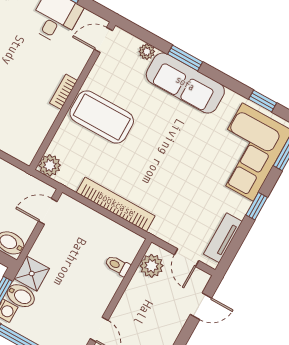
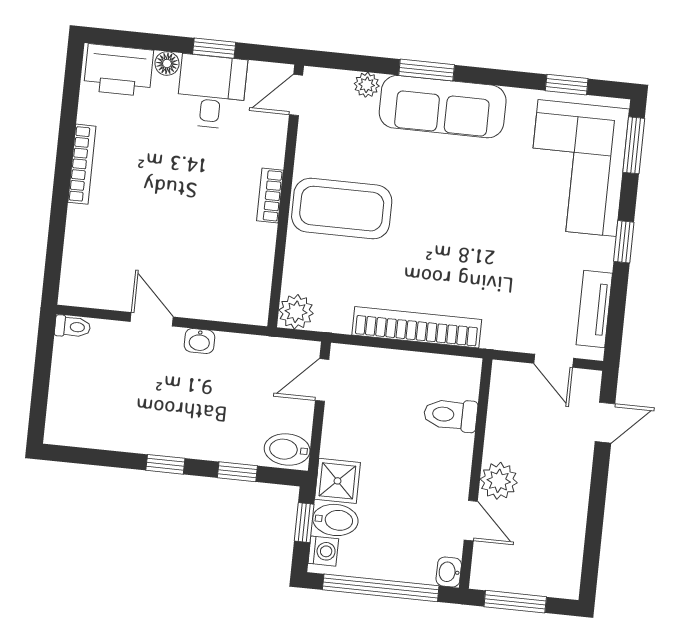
toilet: (118, 266) -> (451, 415), width x1.37, depth x1.39
plant: (152, 266) -> (499, 481), moved

